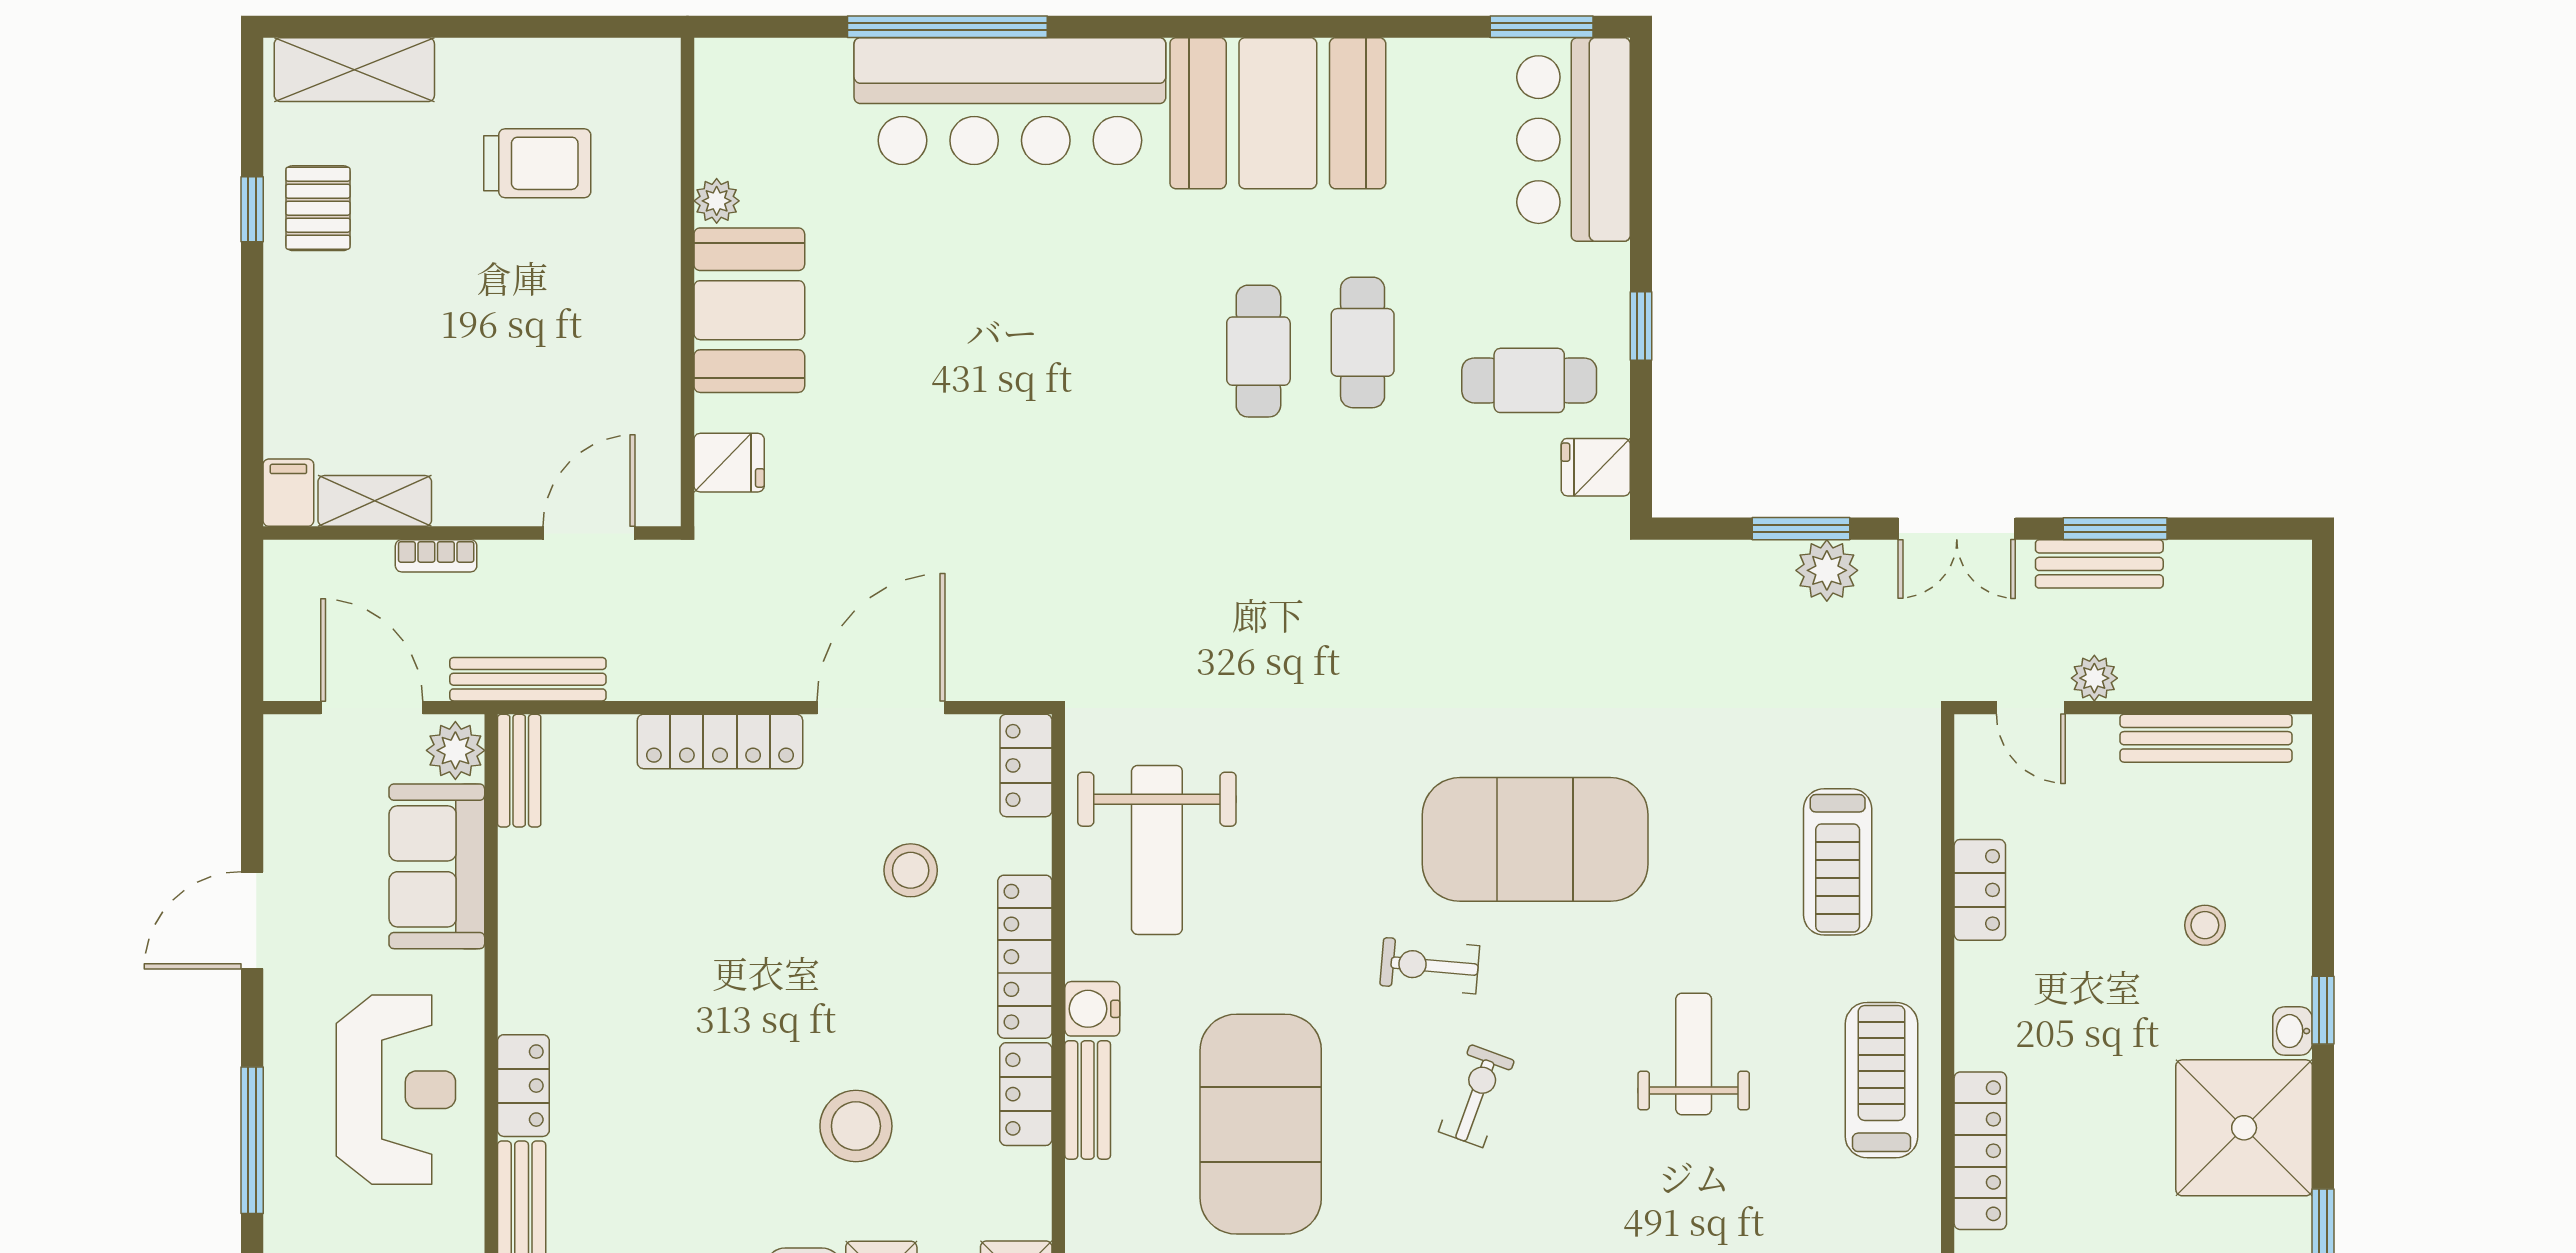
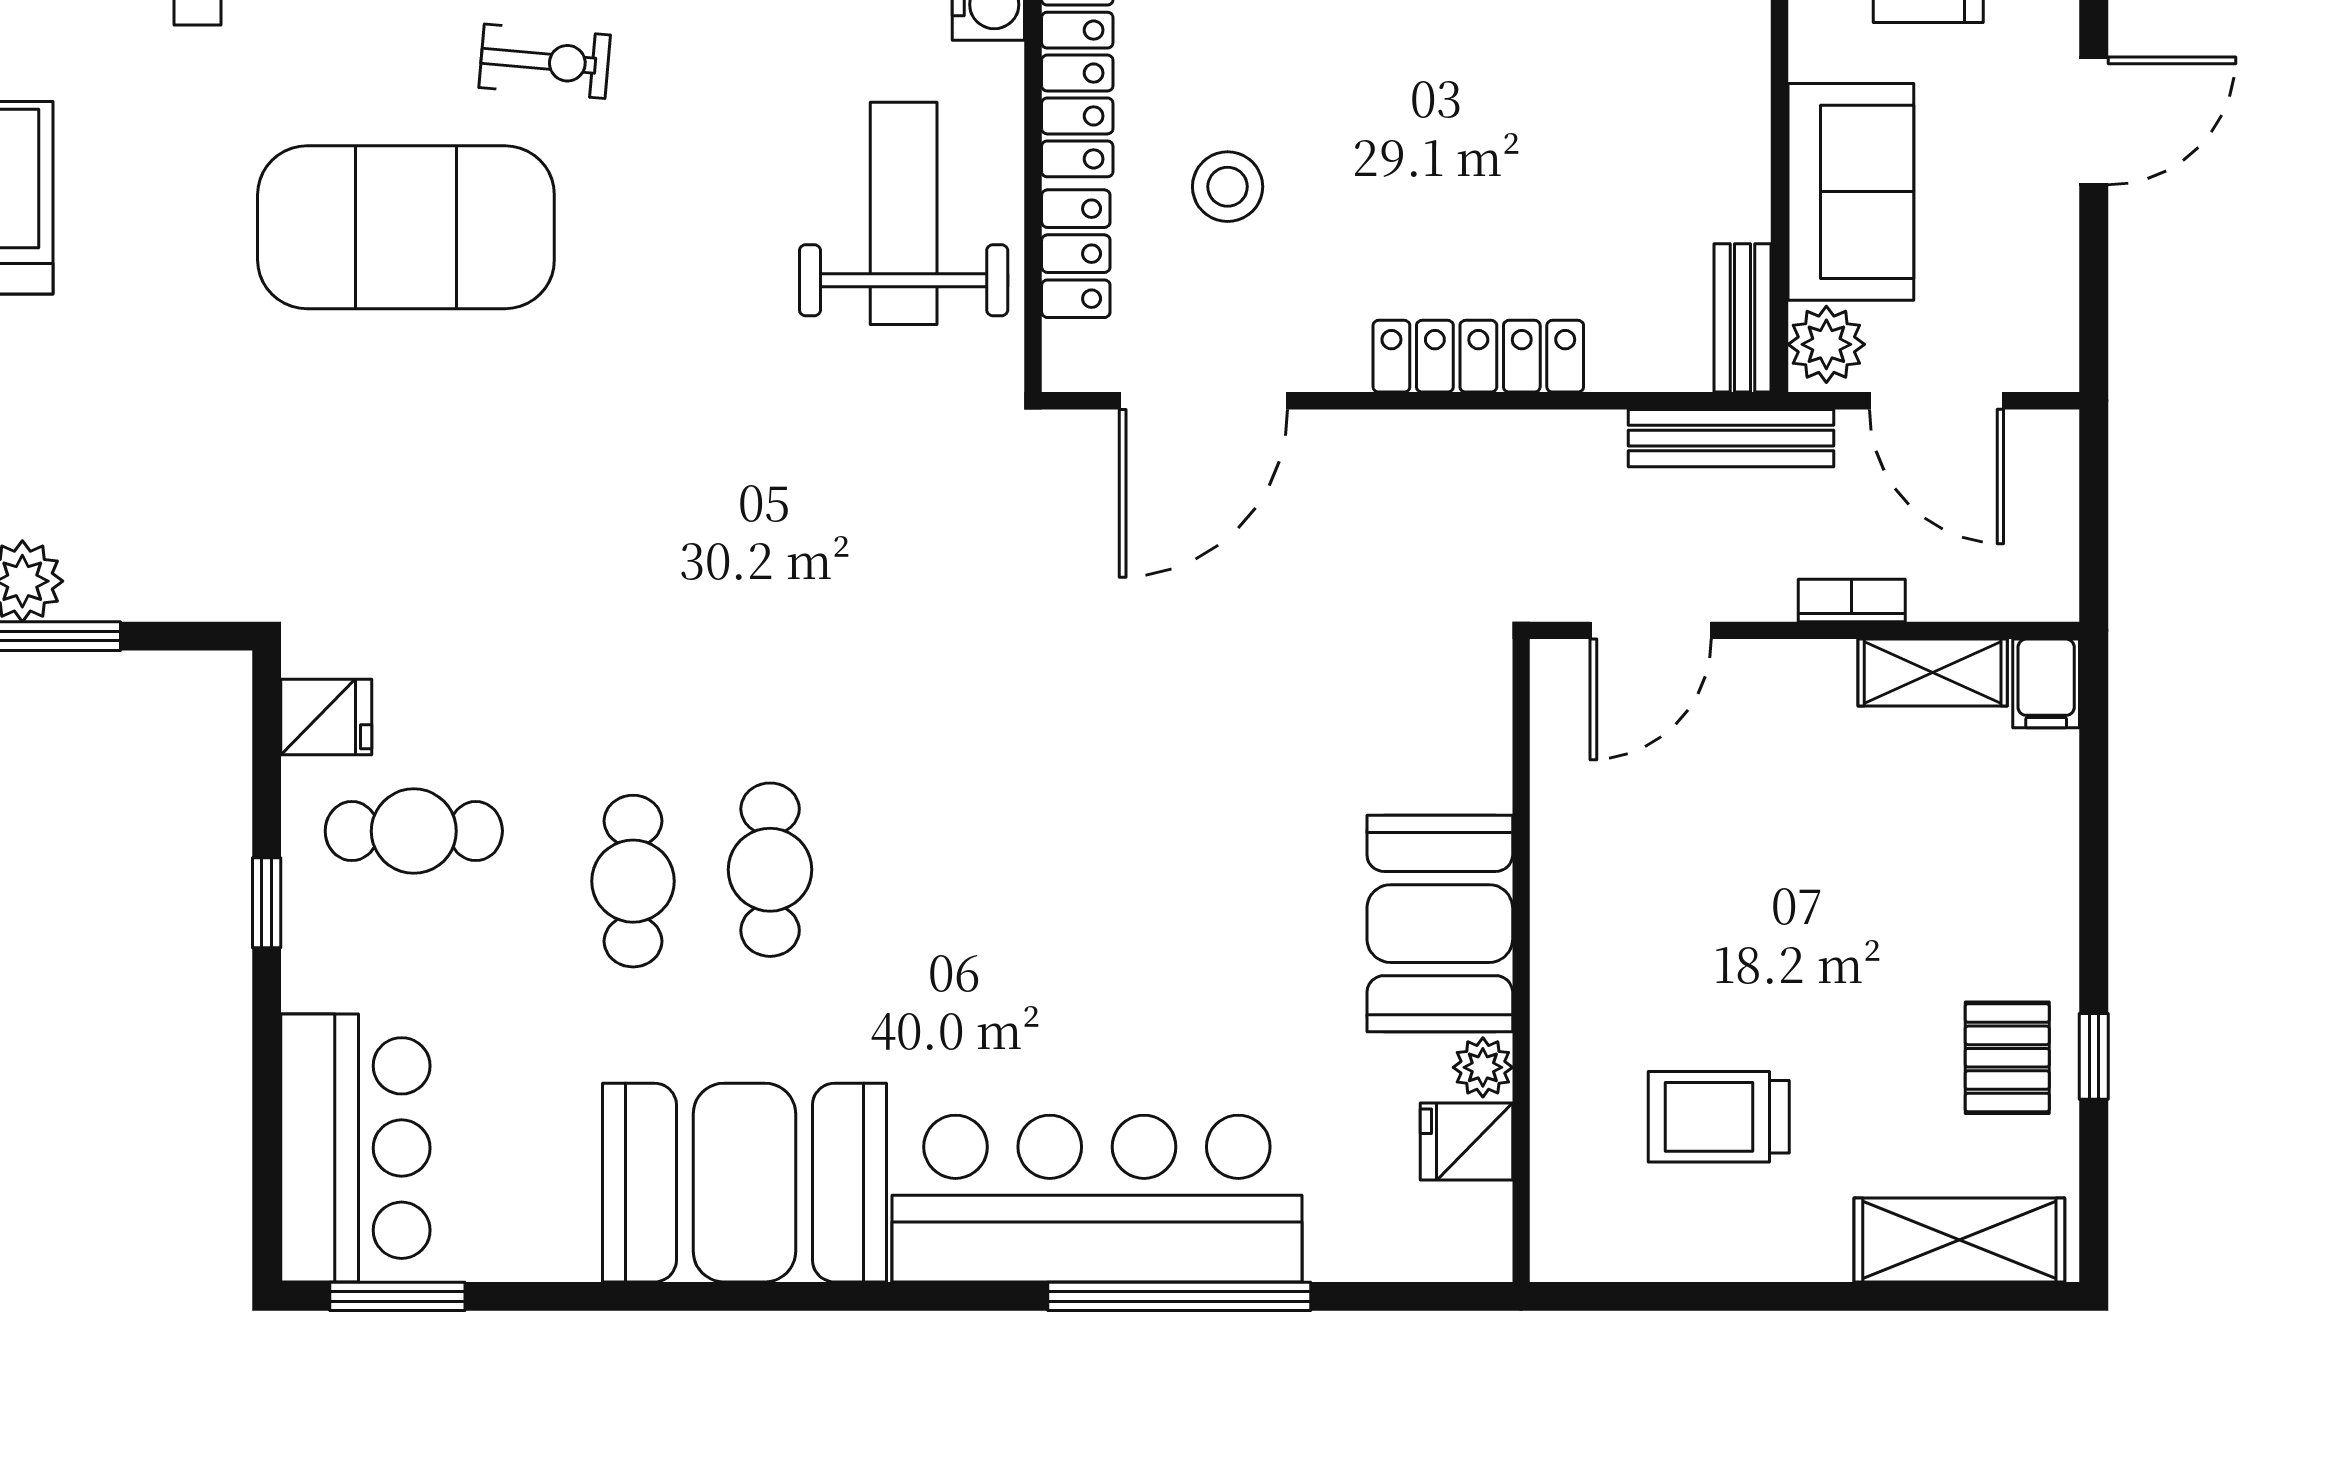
fridge: (729, 463) -> (1466, 1141), moved
door: (881, 708) -> (1203, 401), moved
locker: (1026, 765) -> (1076, 254), moved

